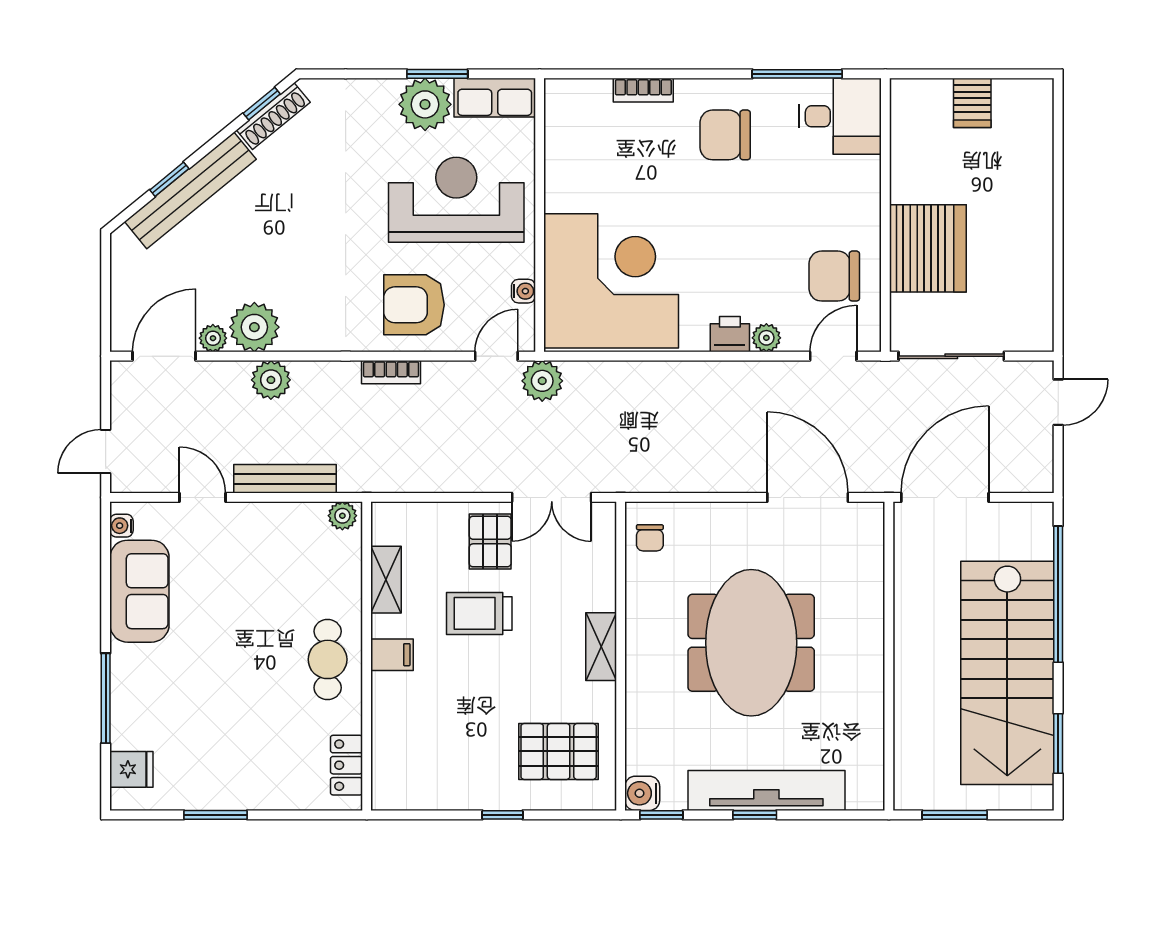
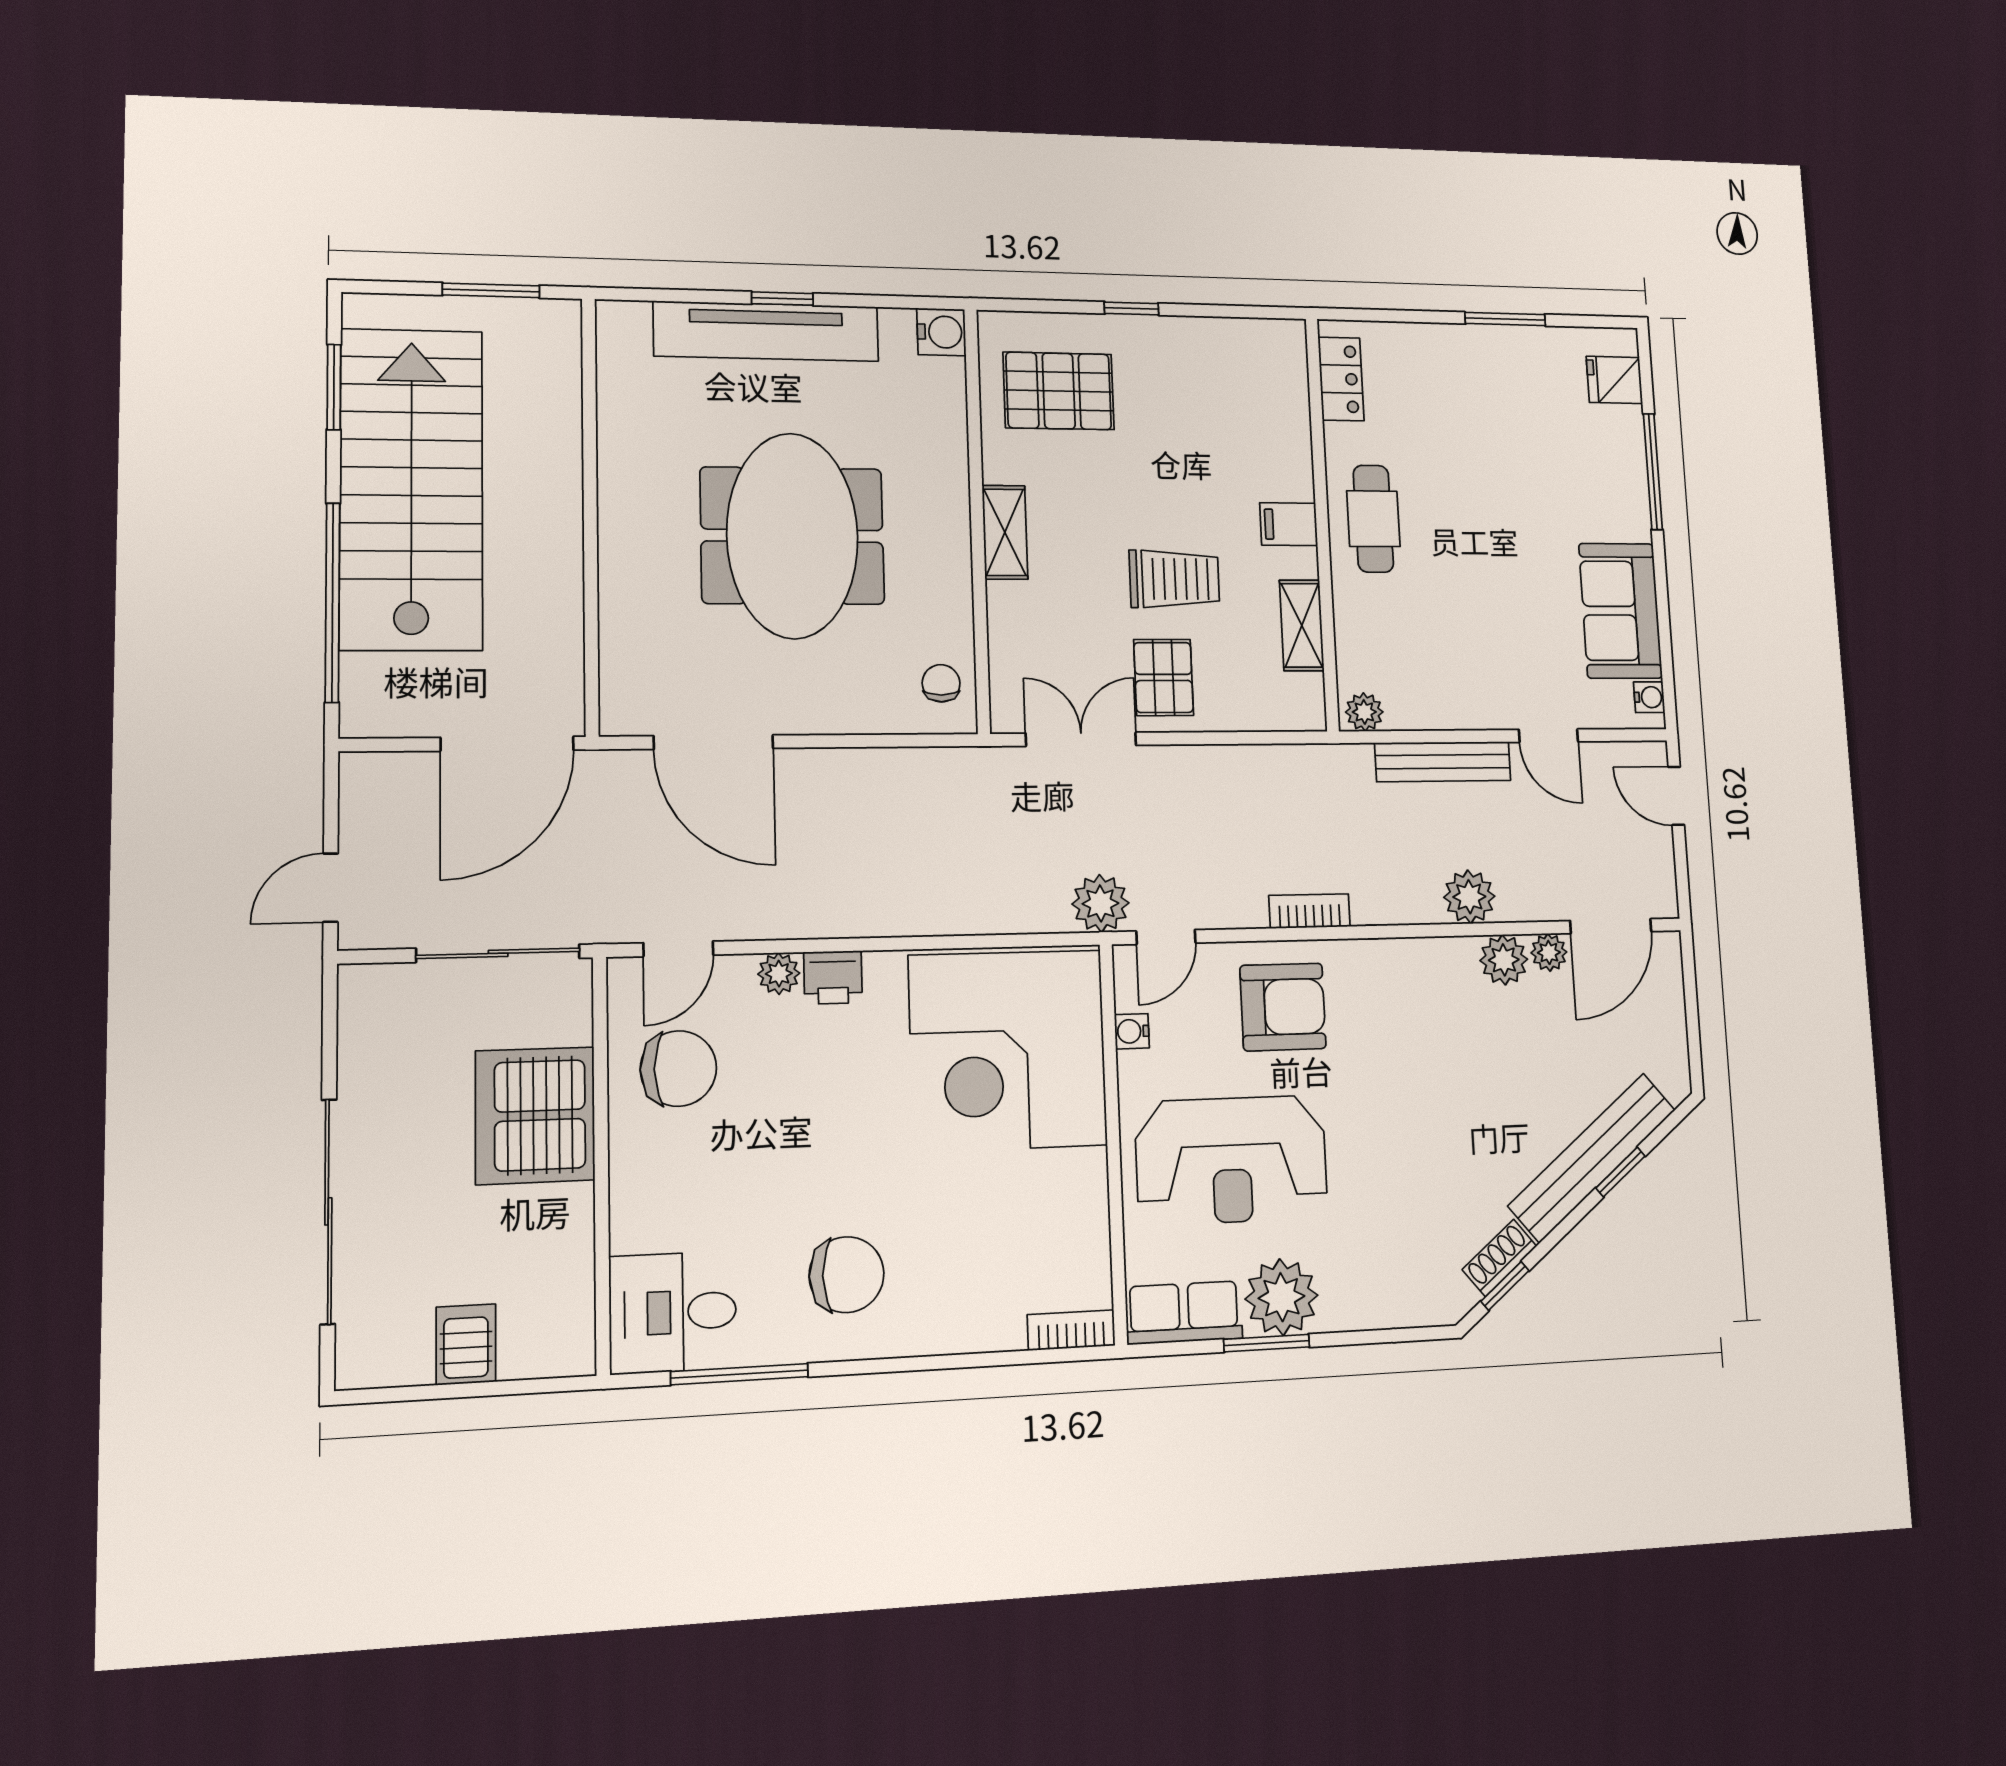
bookcase: (643, 90) -> (1071, 1330), moved
shoe rack: (273, 116) -> (1499, 1258), width x0.70
sliding door: (1058, 192) -> (328, 1211), added
plant: (254, 327) -> (1504, 960), width x0.73, depth x0.73
door: (106, 451) -> (1676, 796), swing flipped
window: (661, 815) -> (914, 302), removed

